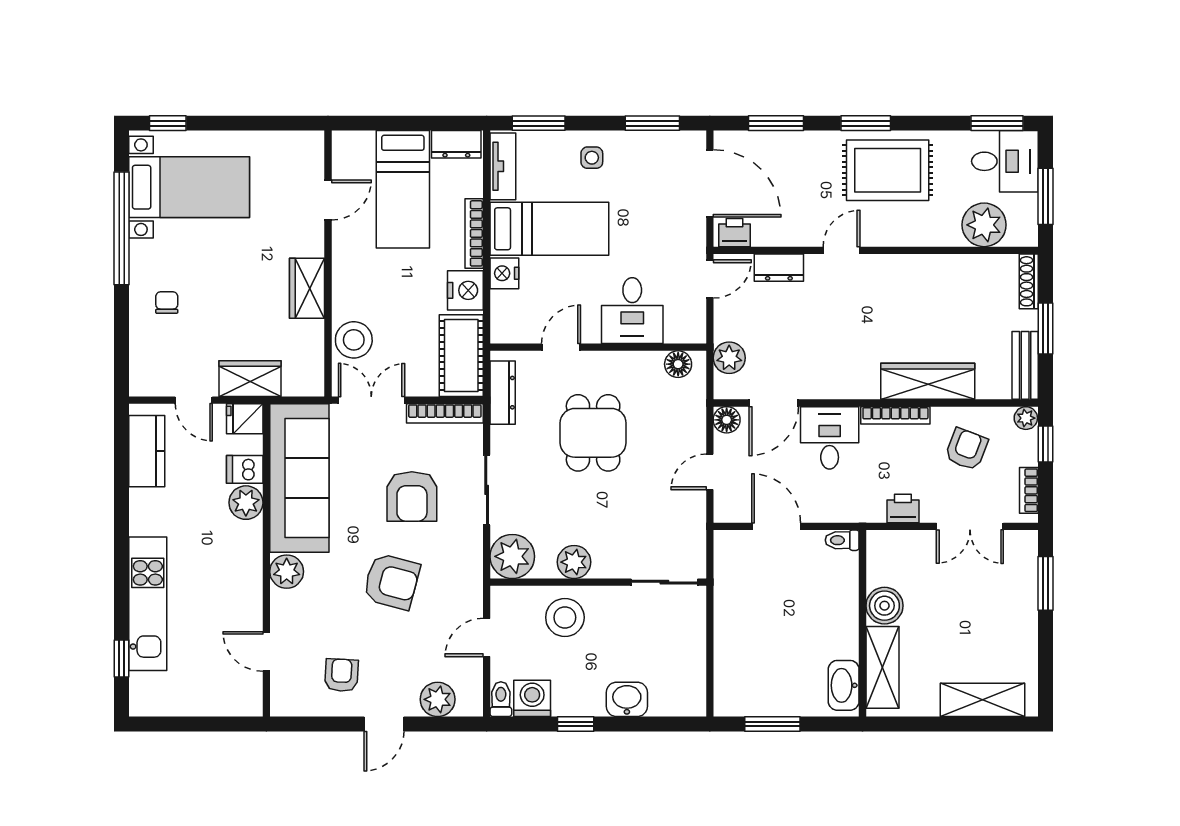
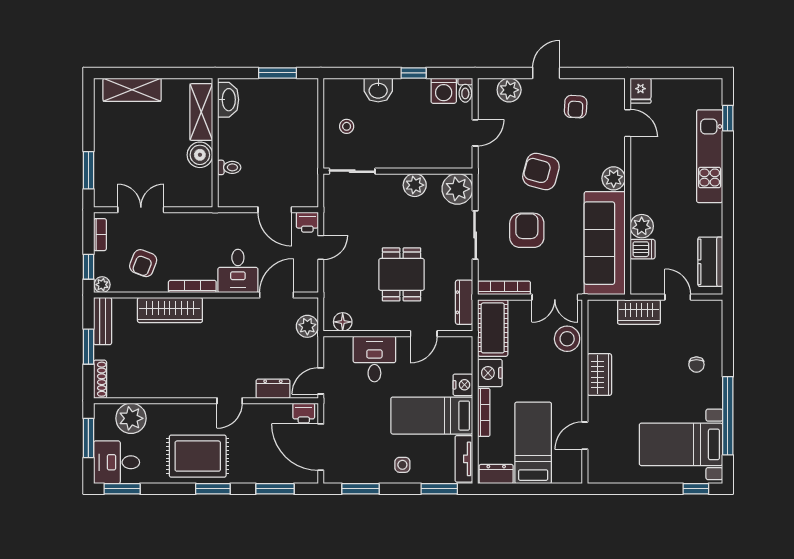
fridge: (245, 419) -> (641, 91), moved, turned 90
floor lamp: (727, 420) -> (309, 283), removed
printer: (903, 508) -> (307, 222), moved
toilet: (842, 540) -> (229, 167), moved
stool: (565, 617) -> (347, 126), moved, width x0.53, depth x0.53

